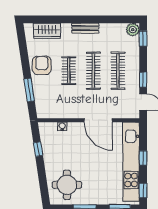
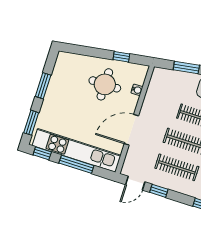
window: (143, 158) -> (76, 164), width x2.17
round table: (67, 185) -> (105, 84), moved

